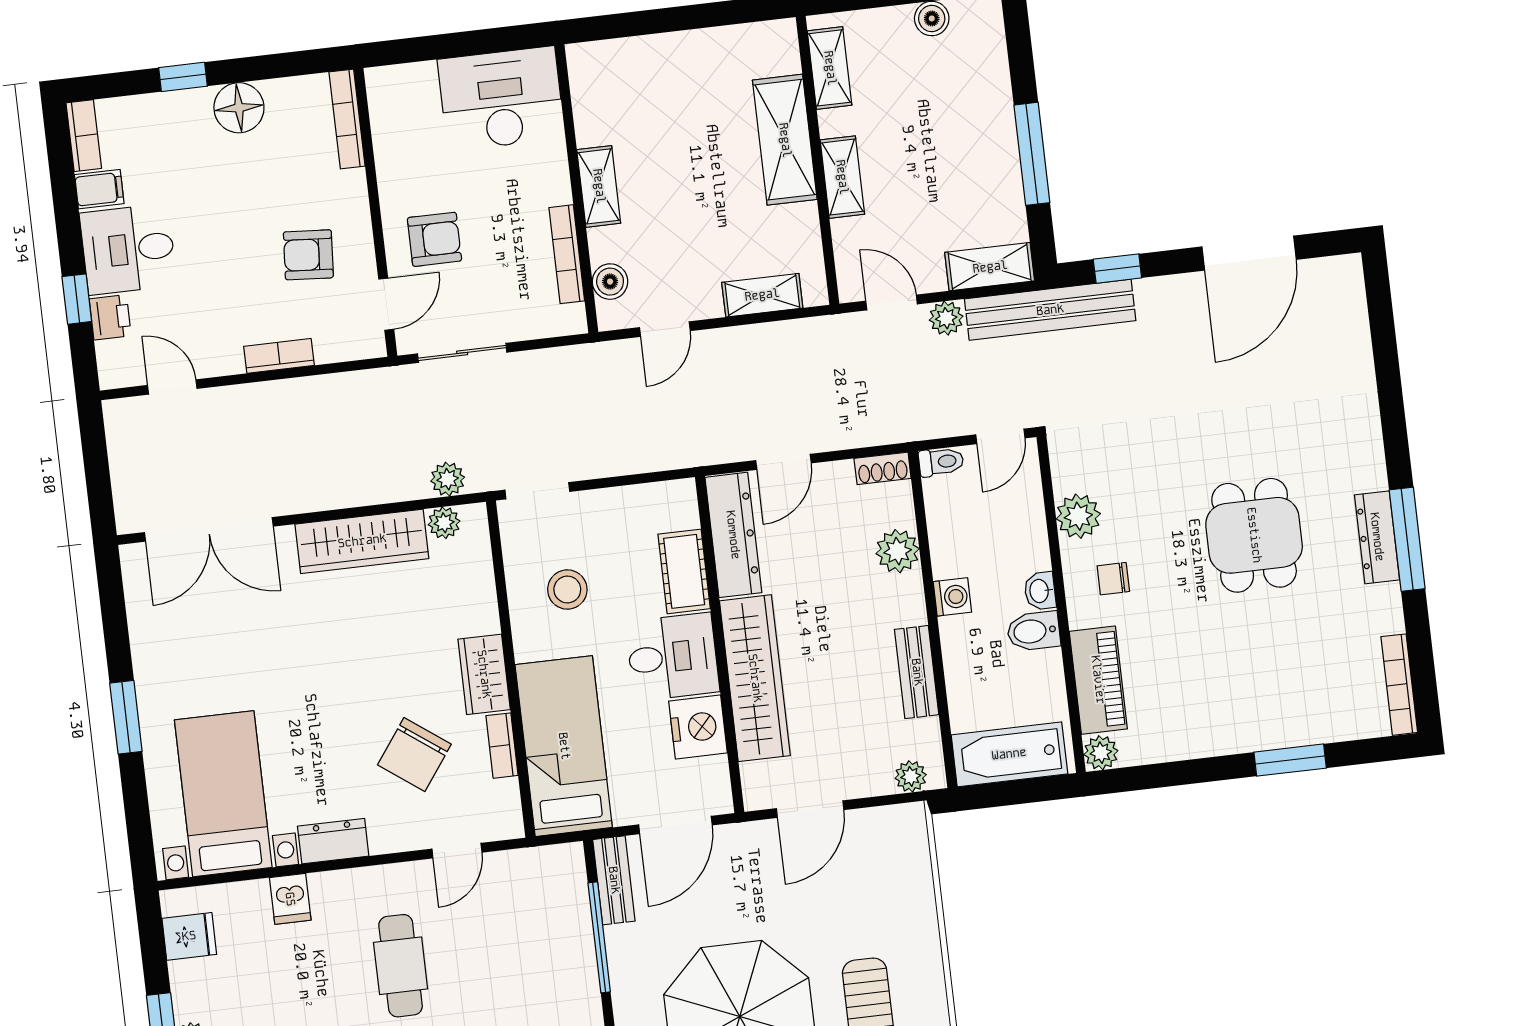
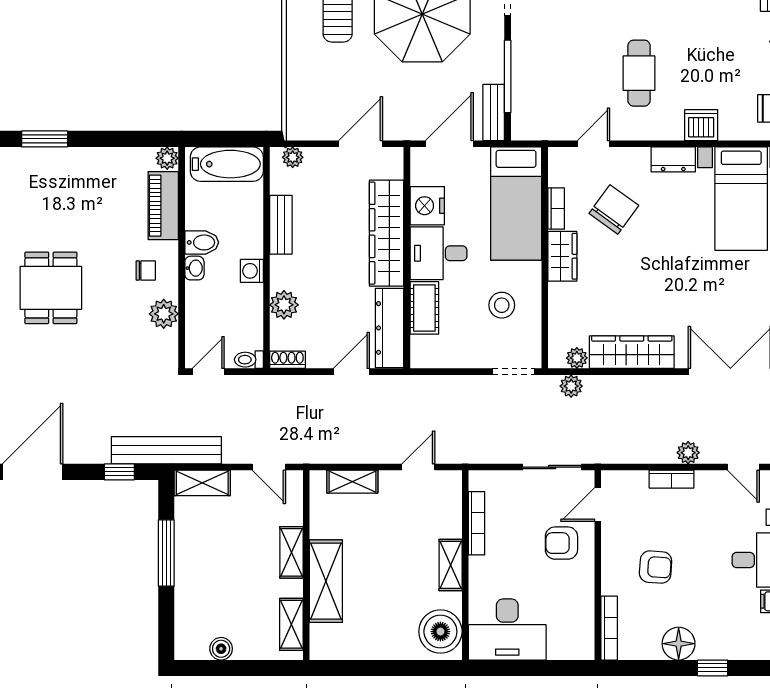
armchair: (308, 255) -> (656, 567), moved
boiler: (610, 282) -> (440, 632), moved, width x1.86, depth x1.86
plant: (946, 318) -> (688, 453), moved
dishwasher: (290, 899) -> (701, 125), width x1.38

